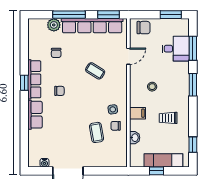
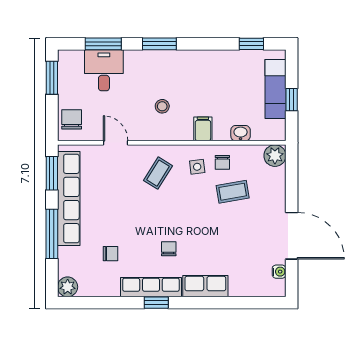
plant: (54, 25) -> (68, 287), moved
coffee table: (95, 71) -> (158, 173), moved
trolley: (168, 118) -> (210, 82), removed
plant: (120, 160) -> (275, 156), added

